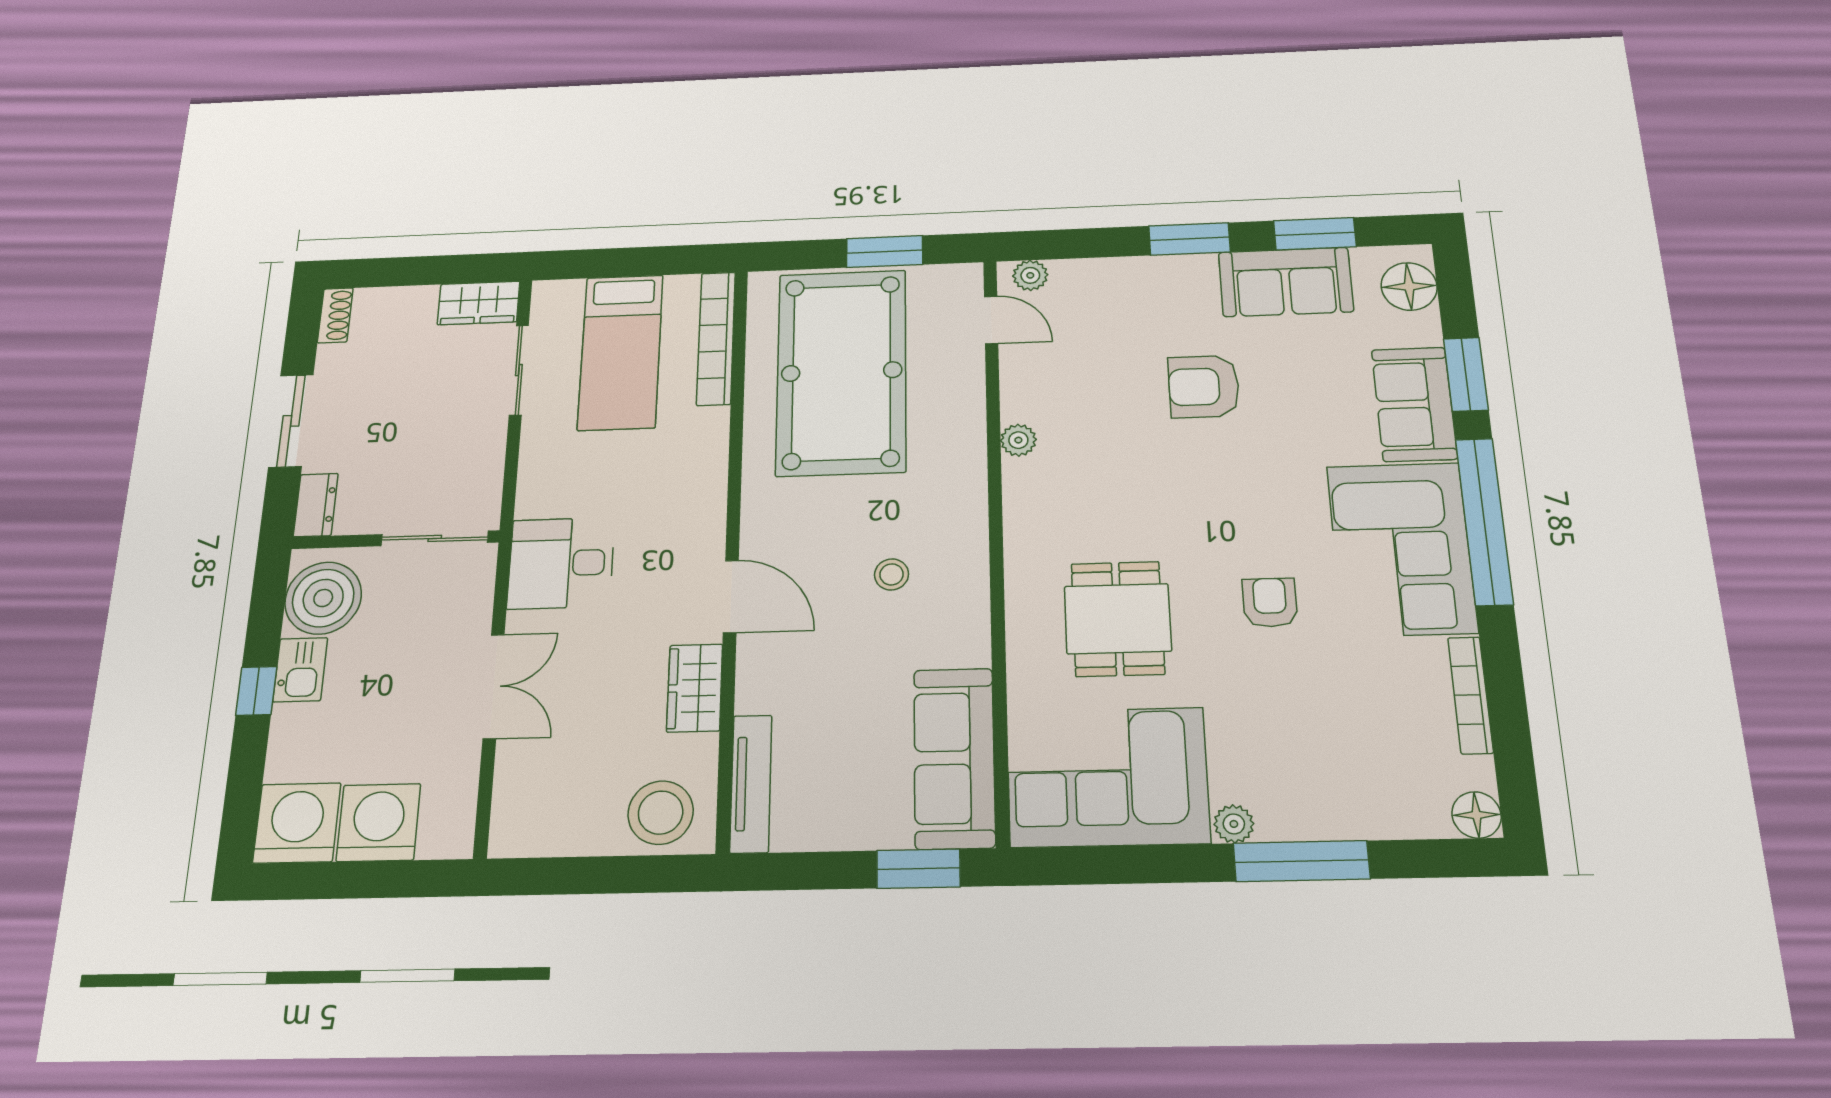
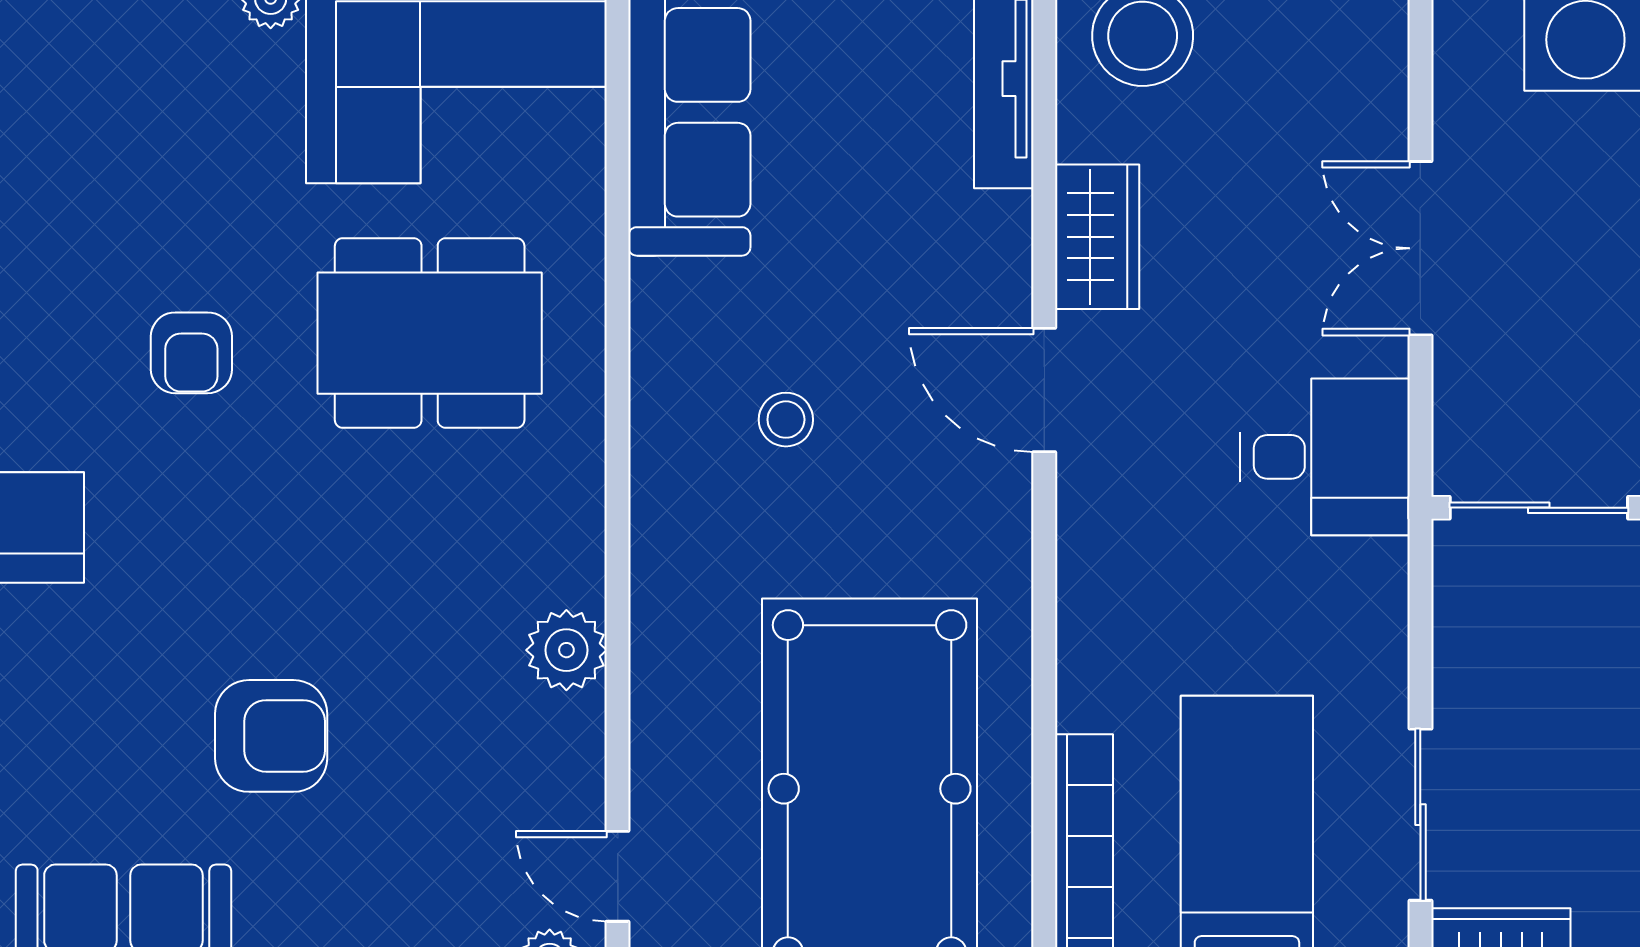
plant: (1018, 440) -> (566, 650), width x1.38, depth x1.38
dining table: (1118, 619) -> (430, 333), width x1.38

